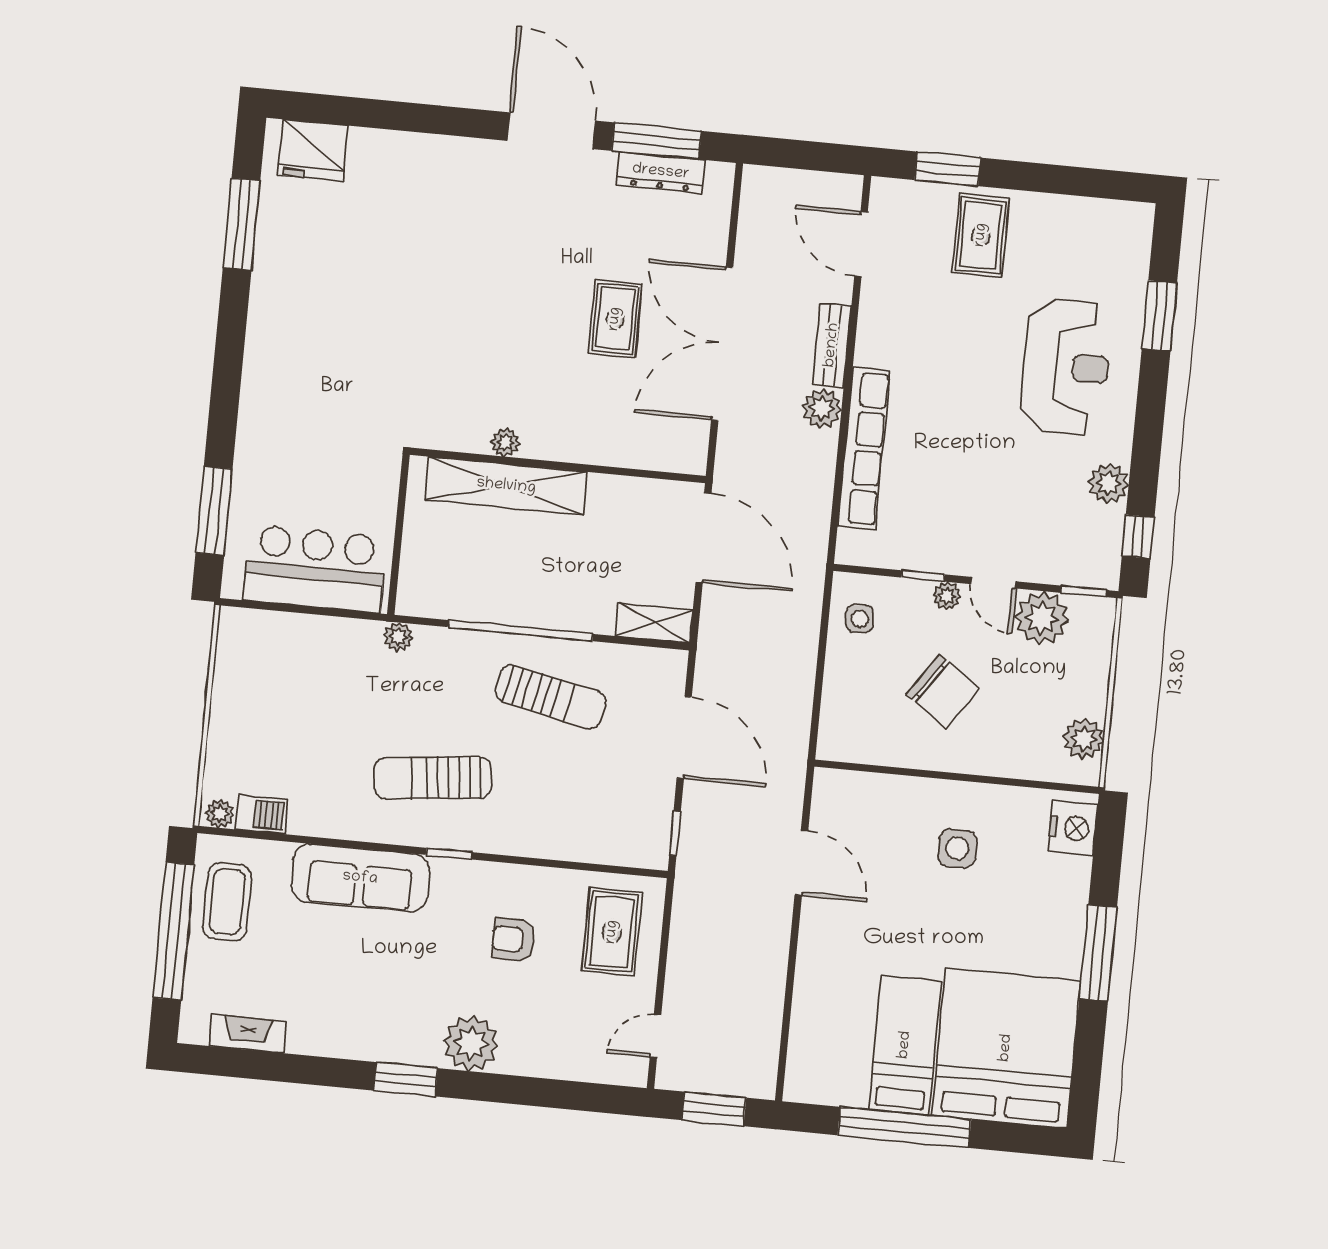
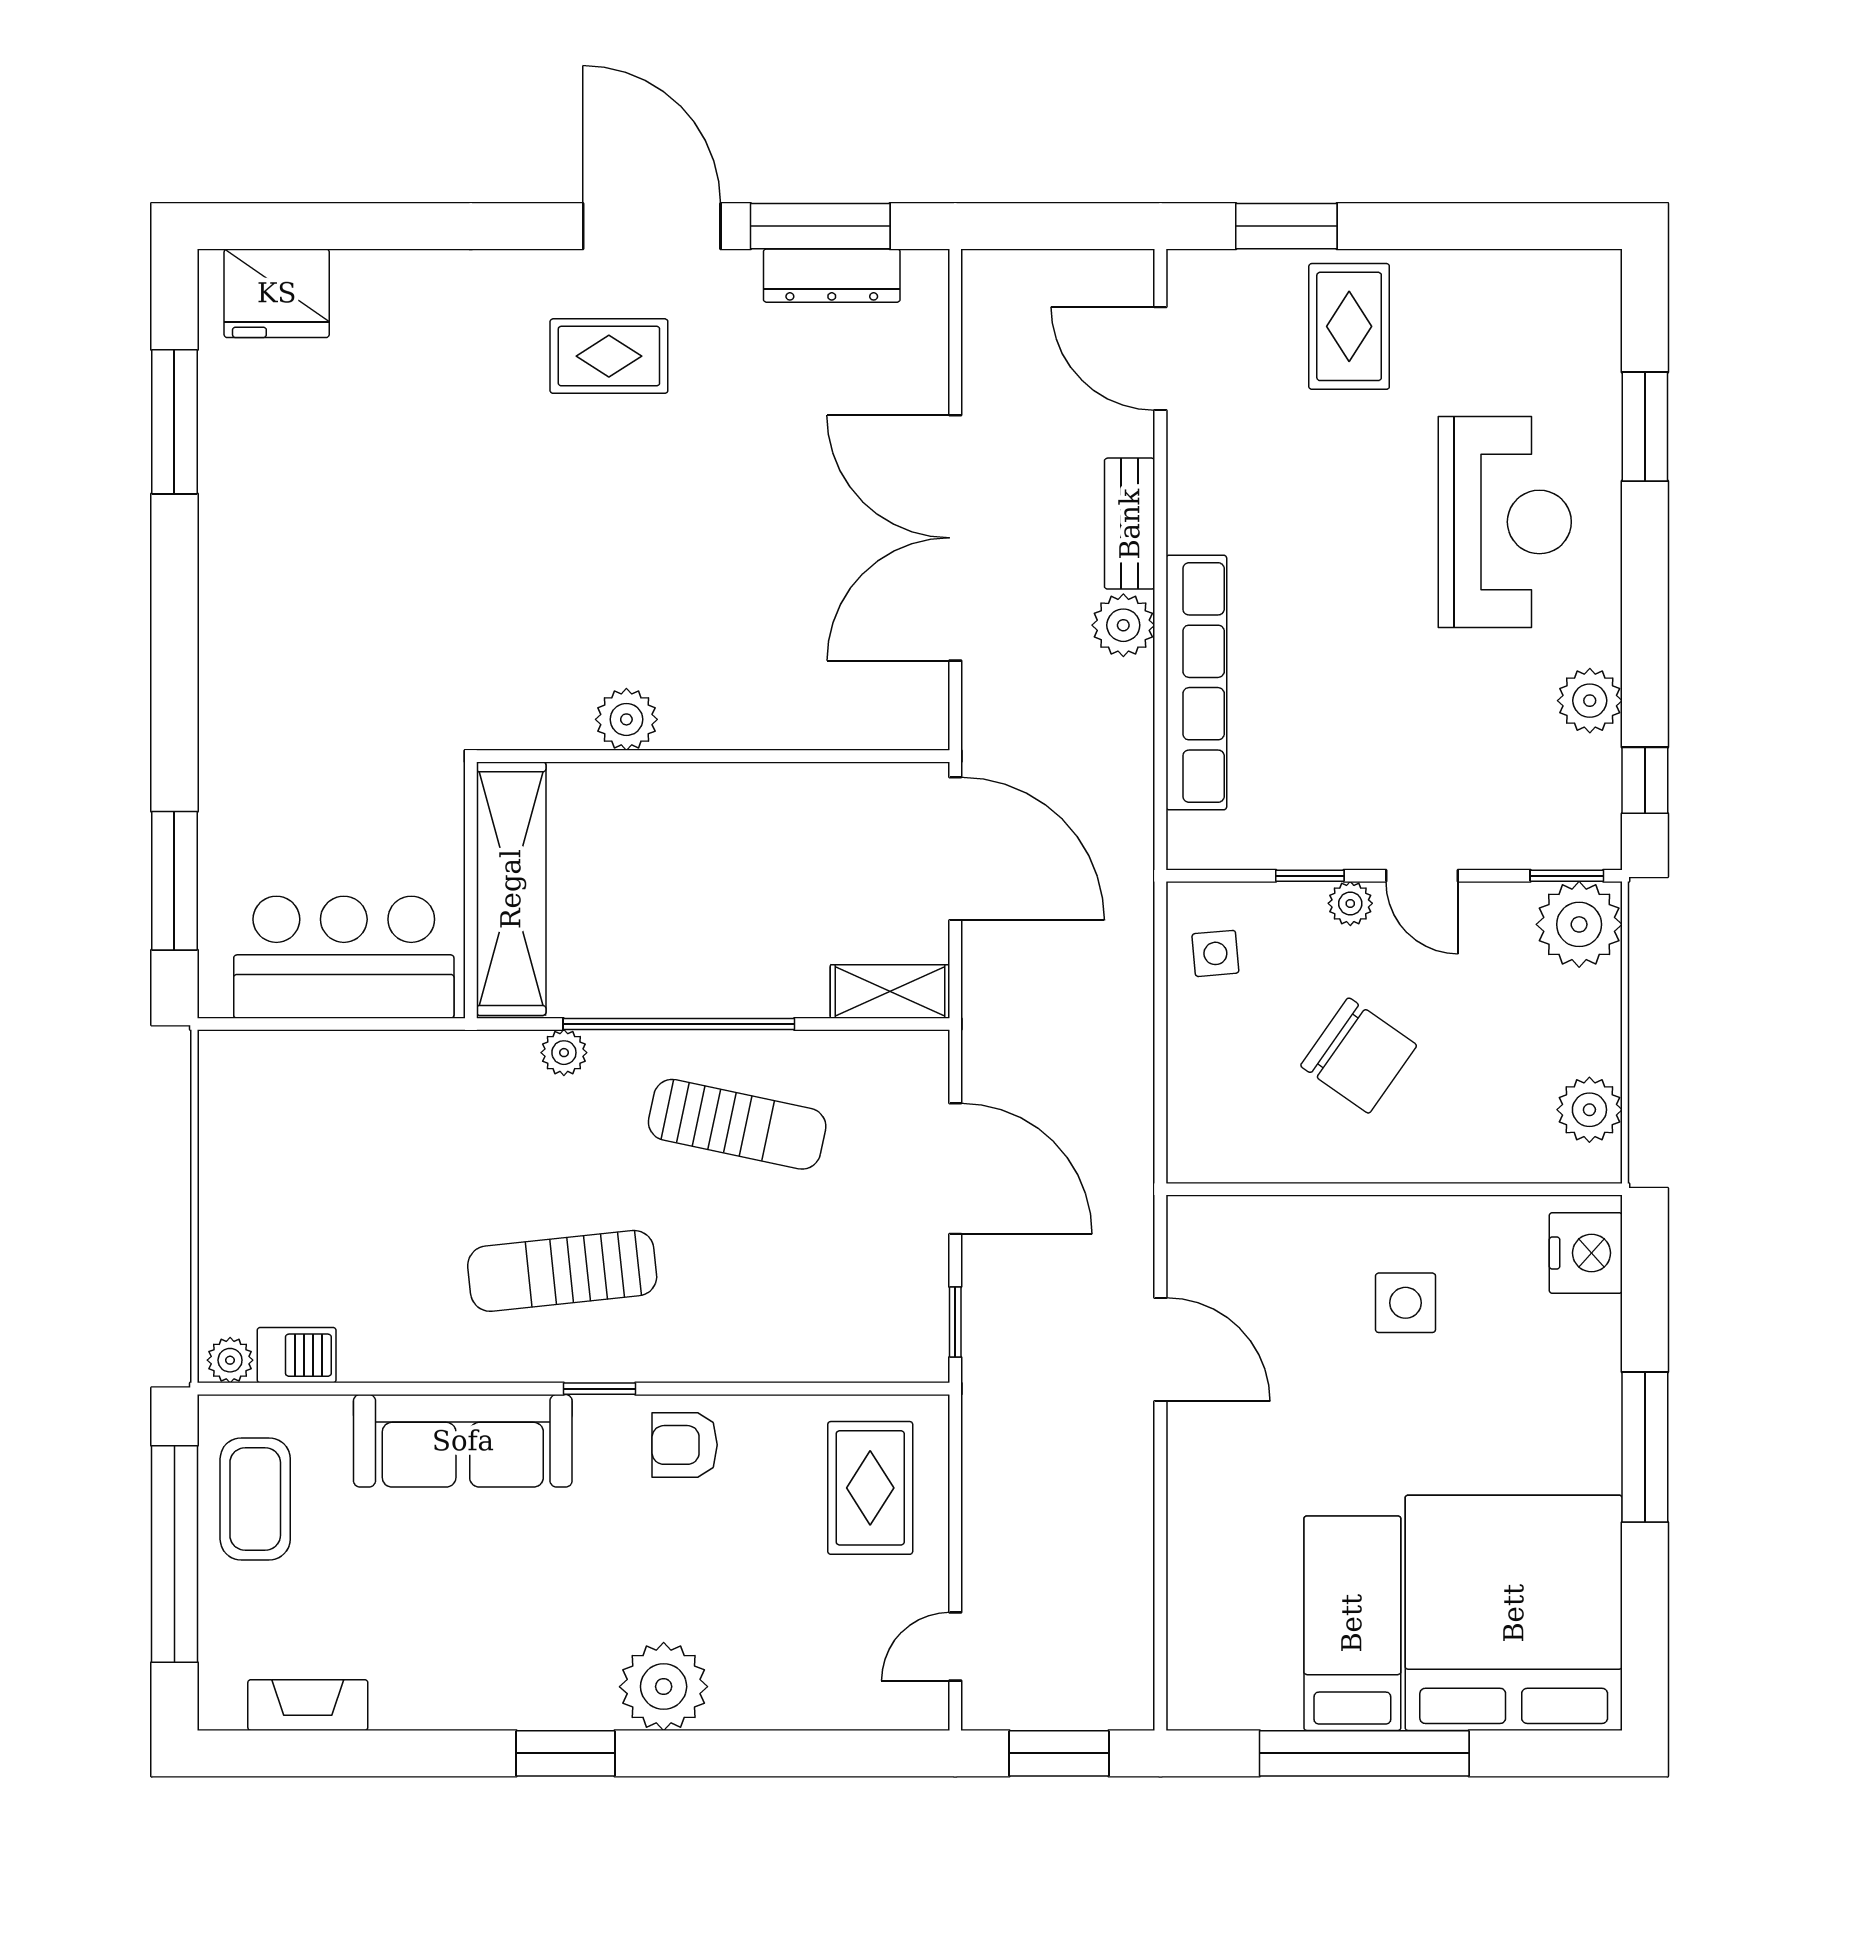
rug: (615, 319) -> (609, 356), moved, turned 90
plant: (505, 443) -> (626, 719), width x1.38, depth x1.38
shelving: (506, 486) -> (511, 889), moved, turned 90
plant: (1042, 618) -> (1579, 924), moved
plant: (398, 637) -> (564, 1053), moved
armchair: (514, 940) -> (685, 1445), moved

